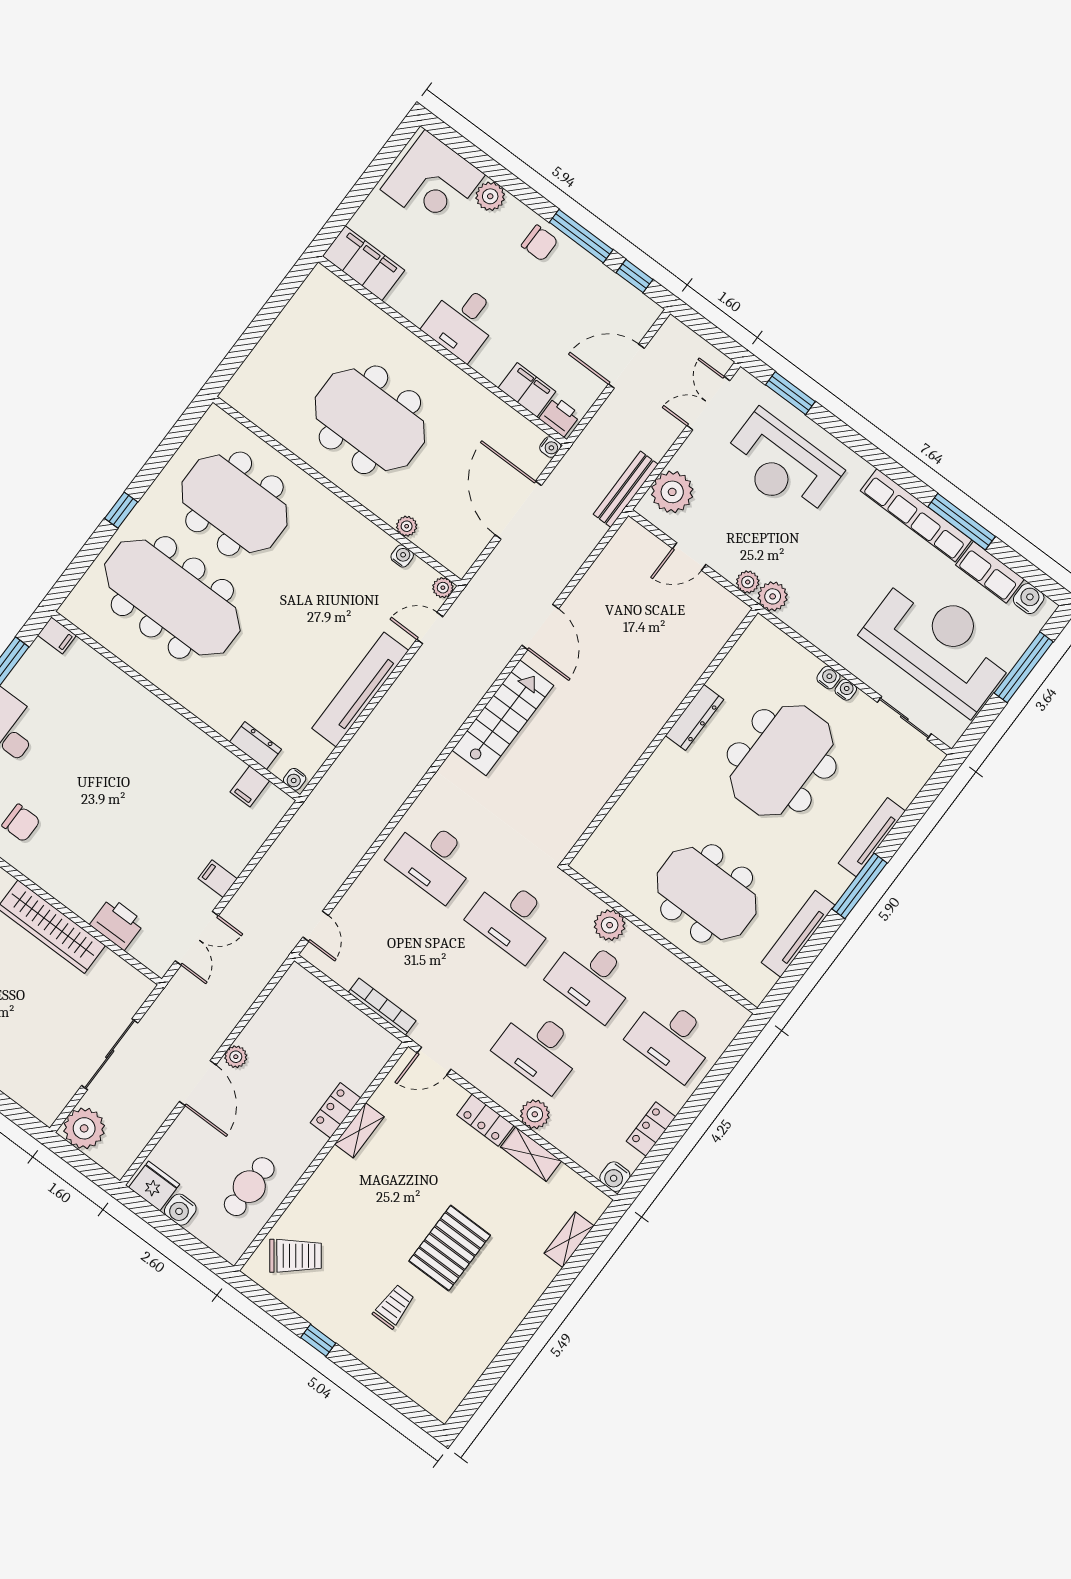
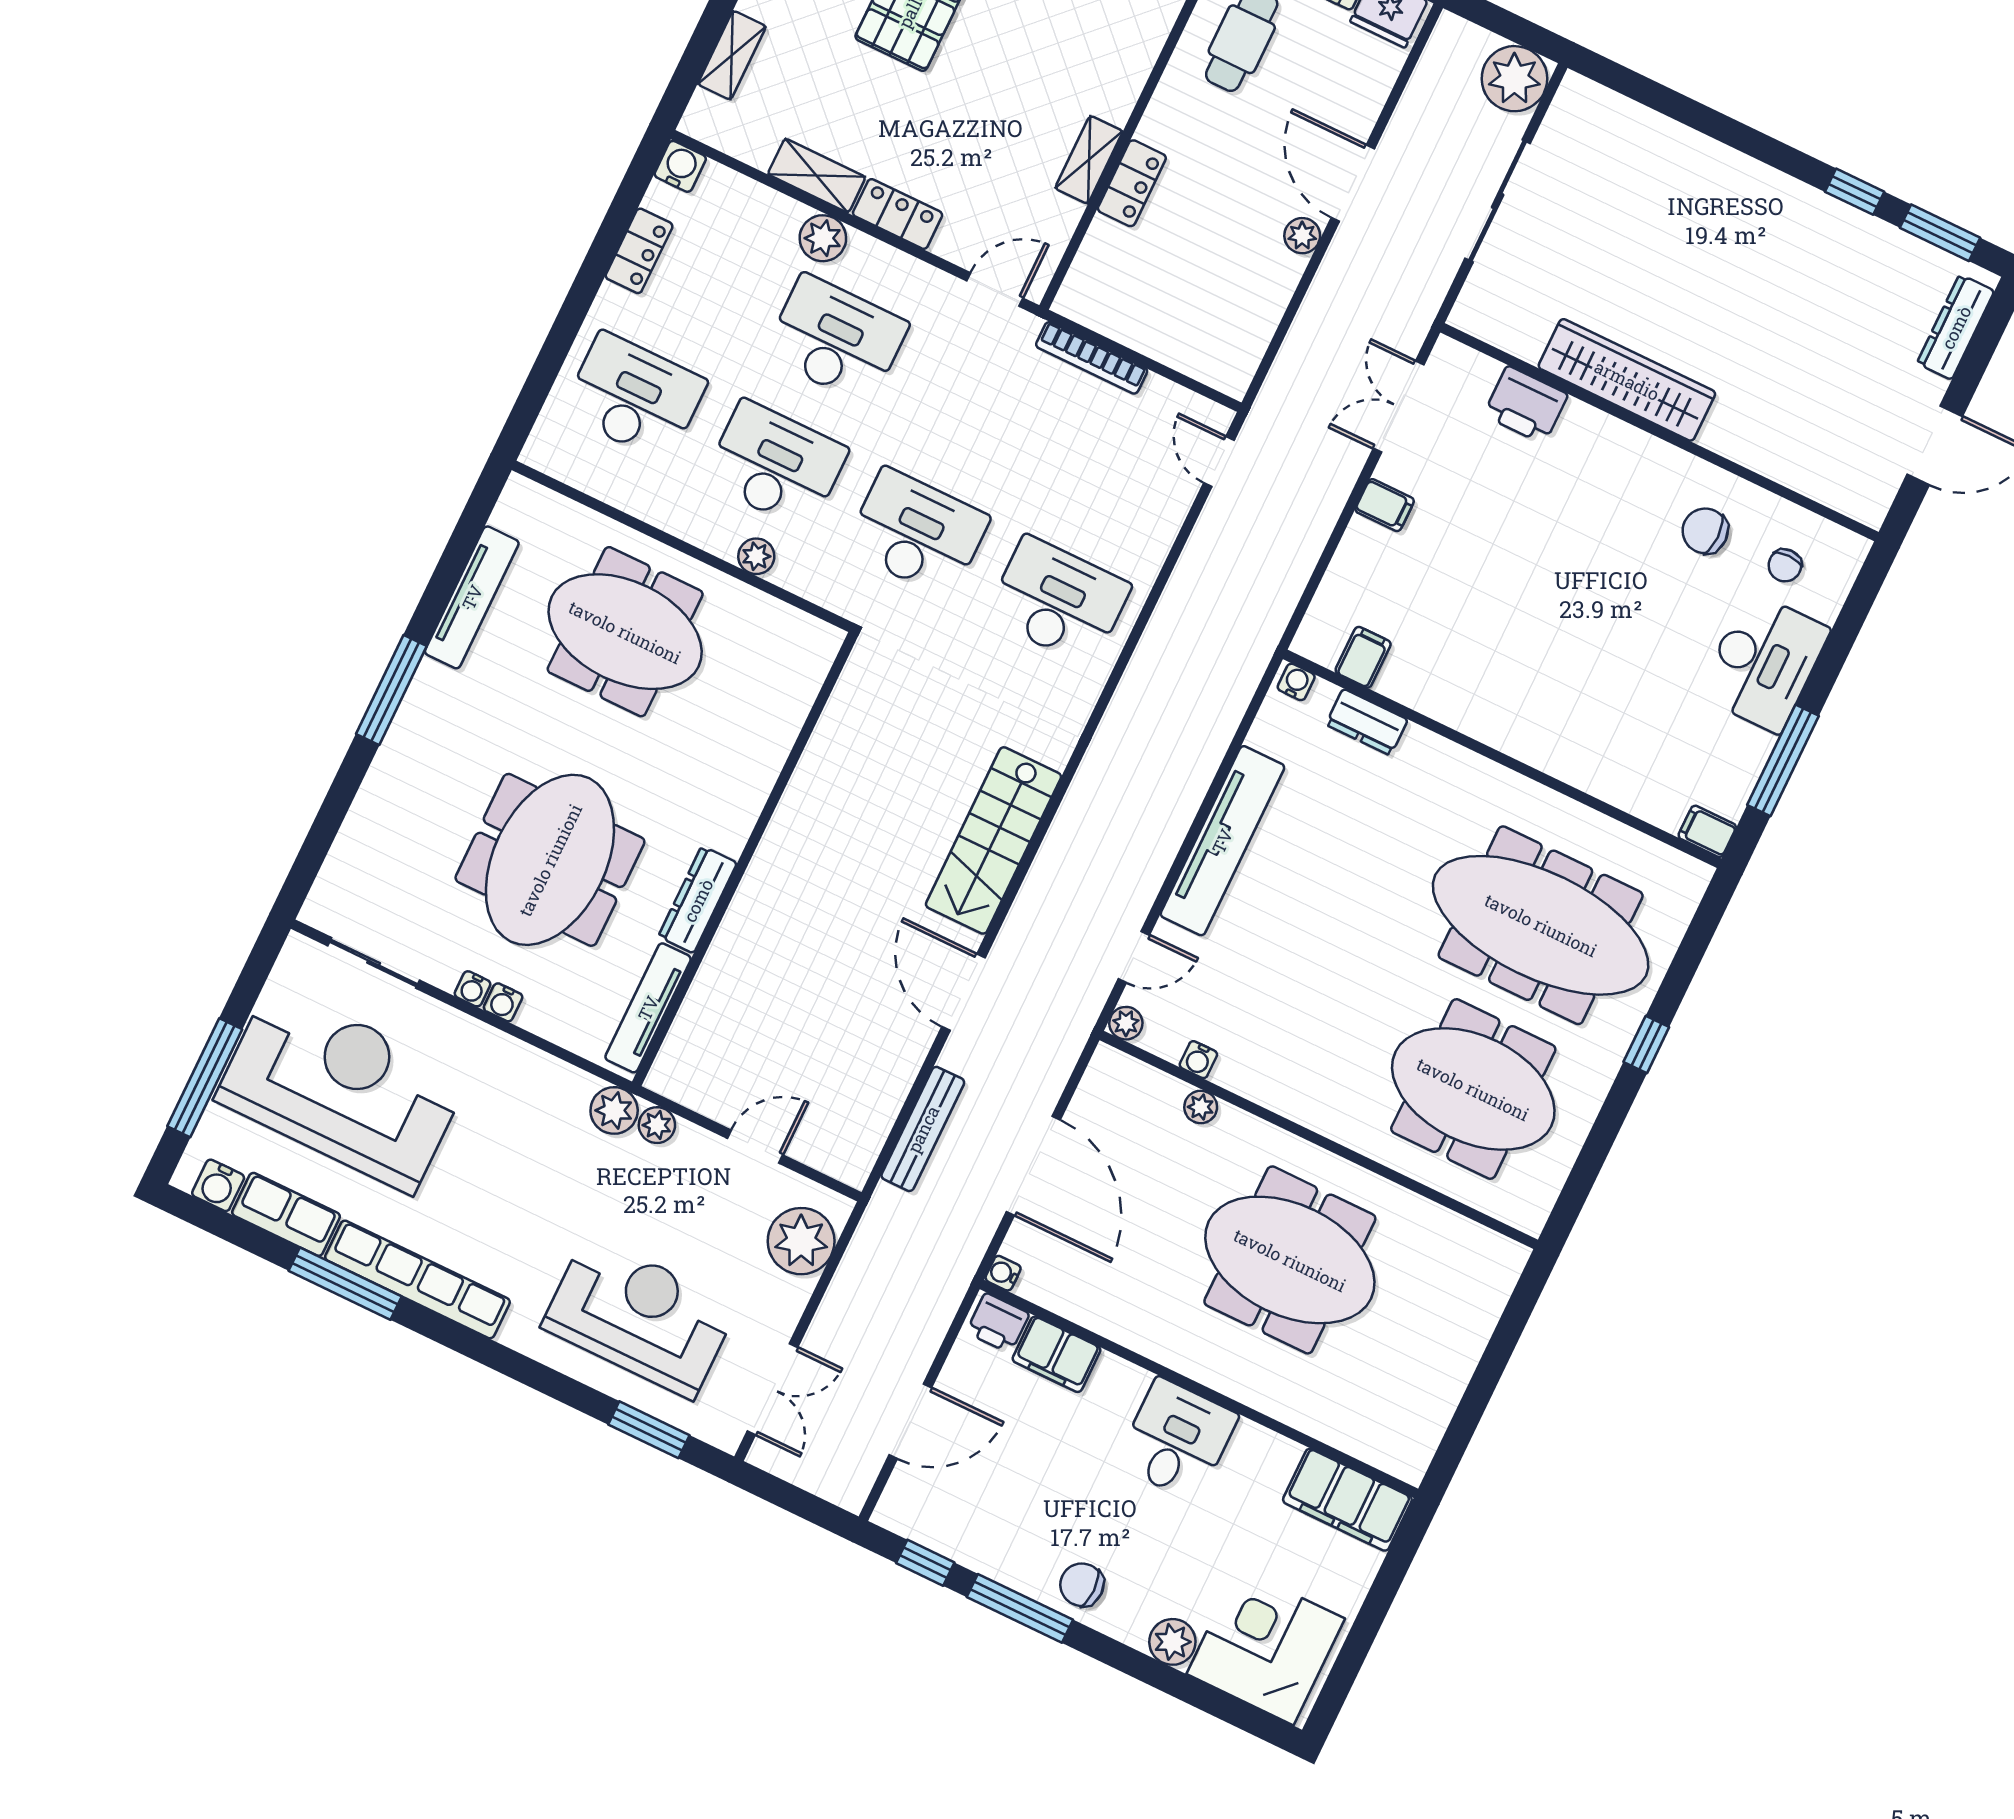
bench: (626, 489) -> (923, 1129), moved
reception desk: (940, 644) -> (342, 1088), turned 180
tv unit: (872, 837) -> (648, 1008), moved, turned 180
plant: (610, 925) -> (756, 556), width x0.73, depth x0.73

